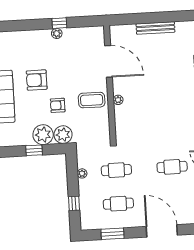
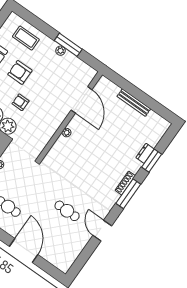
window: (59, 23) -> (68, 45), width x2.17
coffee table: (92, 100) -> (26, 38), moved
cafe table: (116, 170) -> (26, 182), removed

